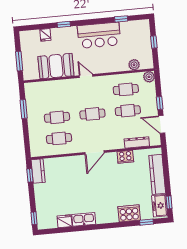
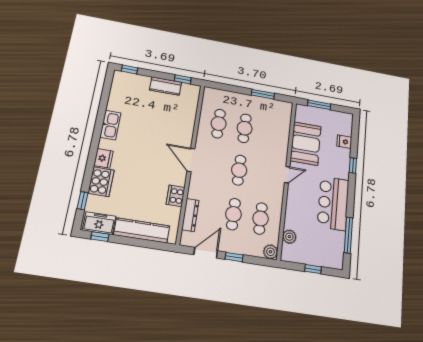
window: (121, 19) -> (348, 235), width x2.17
kitchen counter: (38, 171) -> (166, 86), moved
fridge: (65, 221) -> (103, 158), moved

